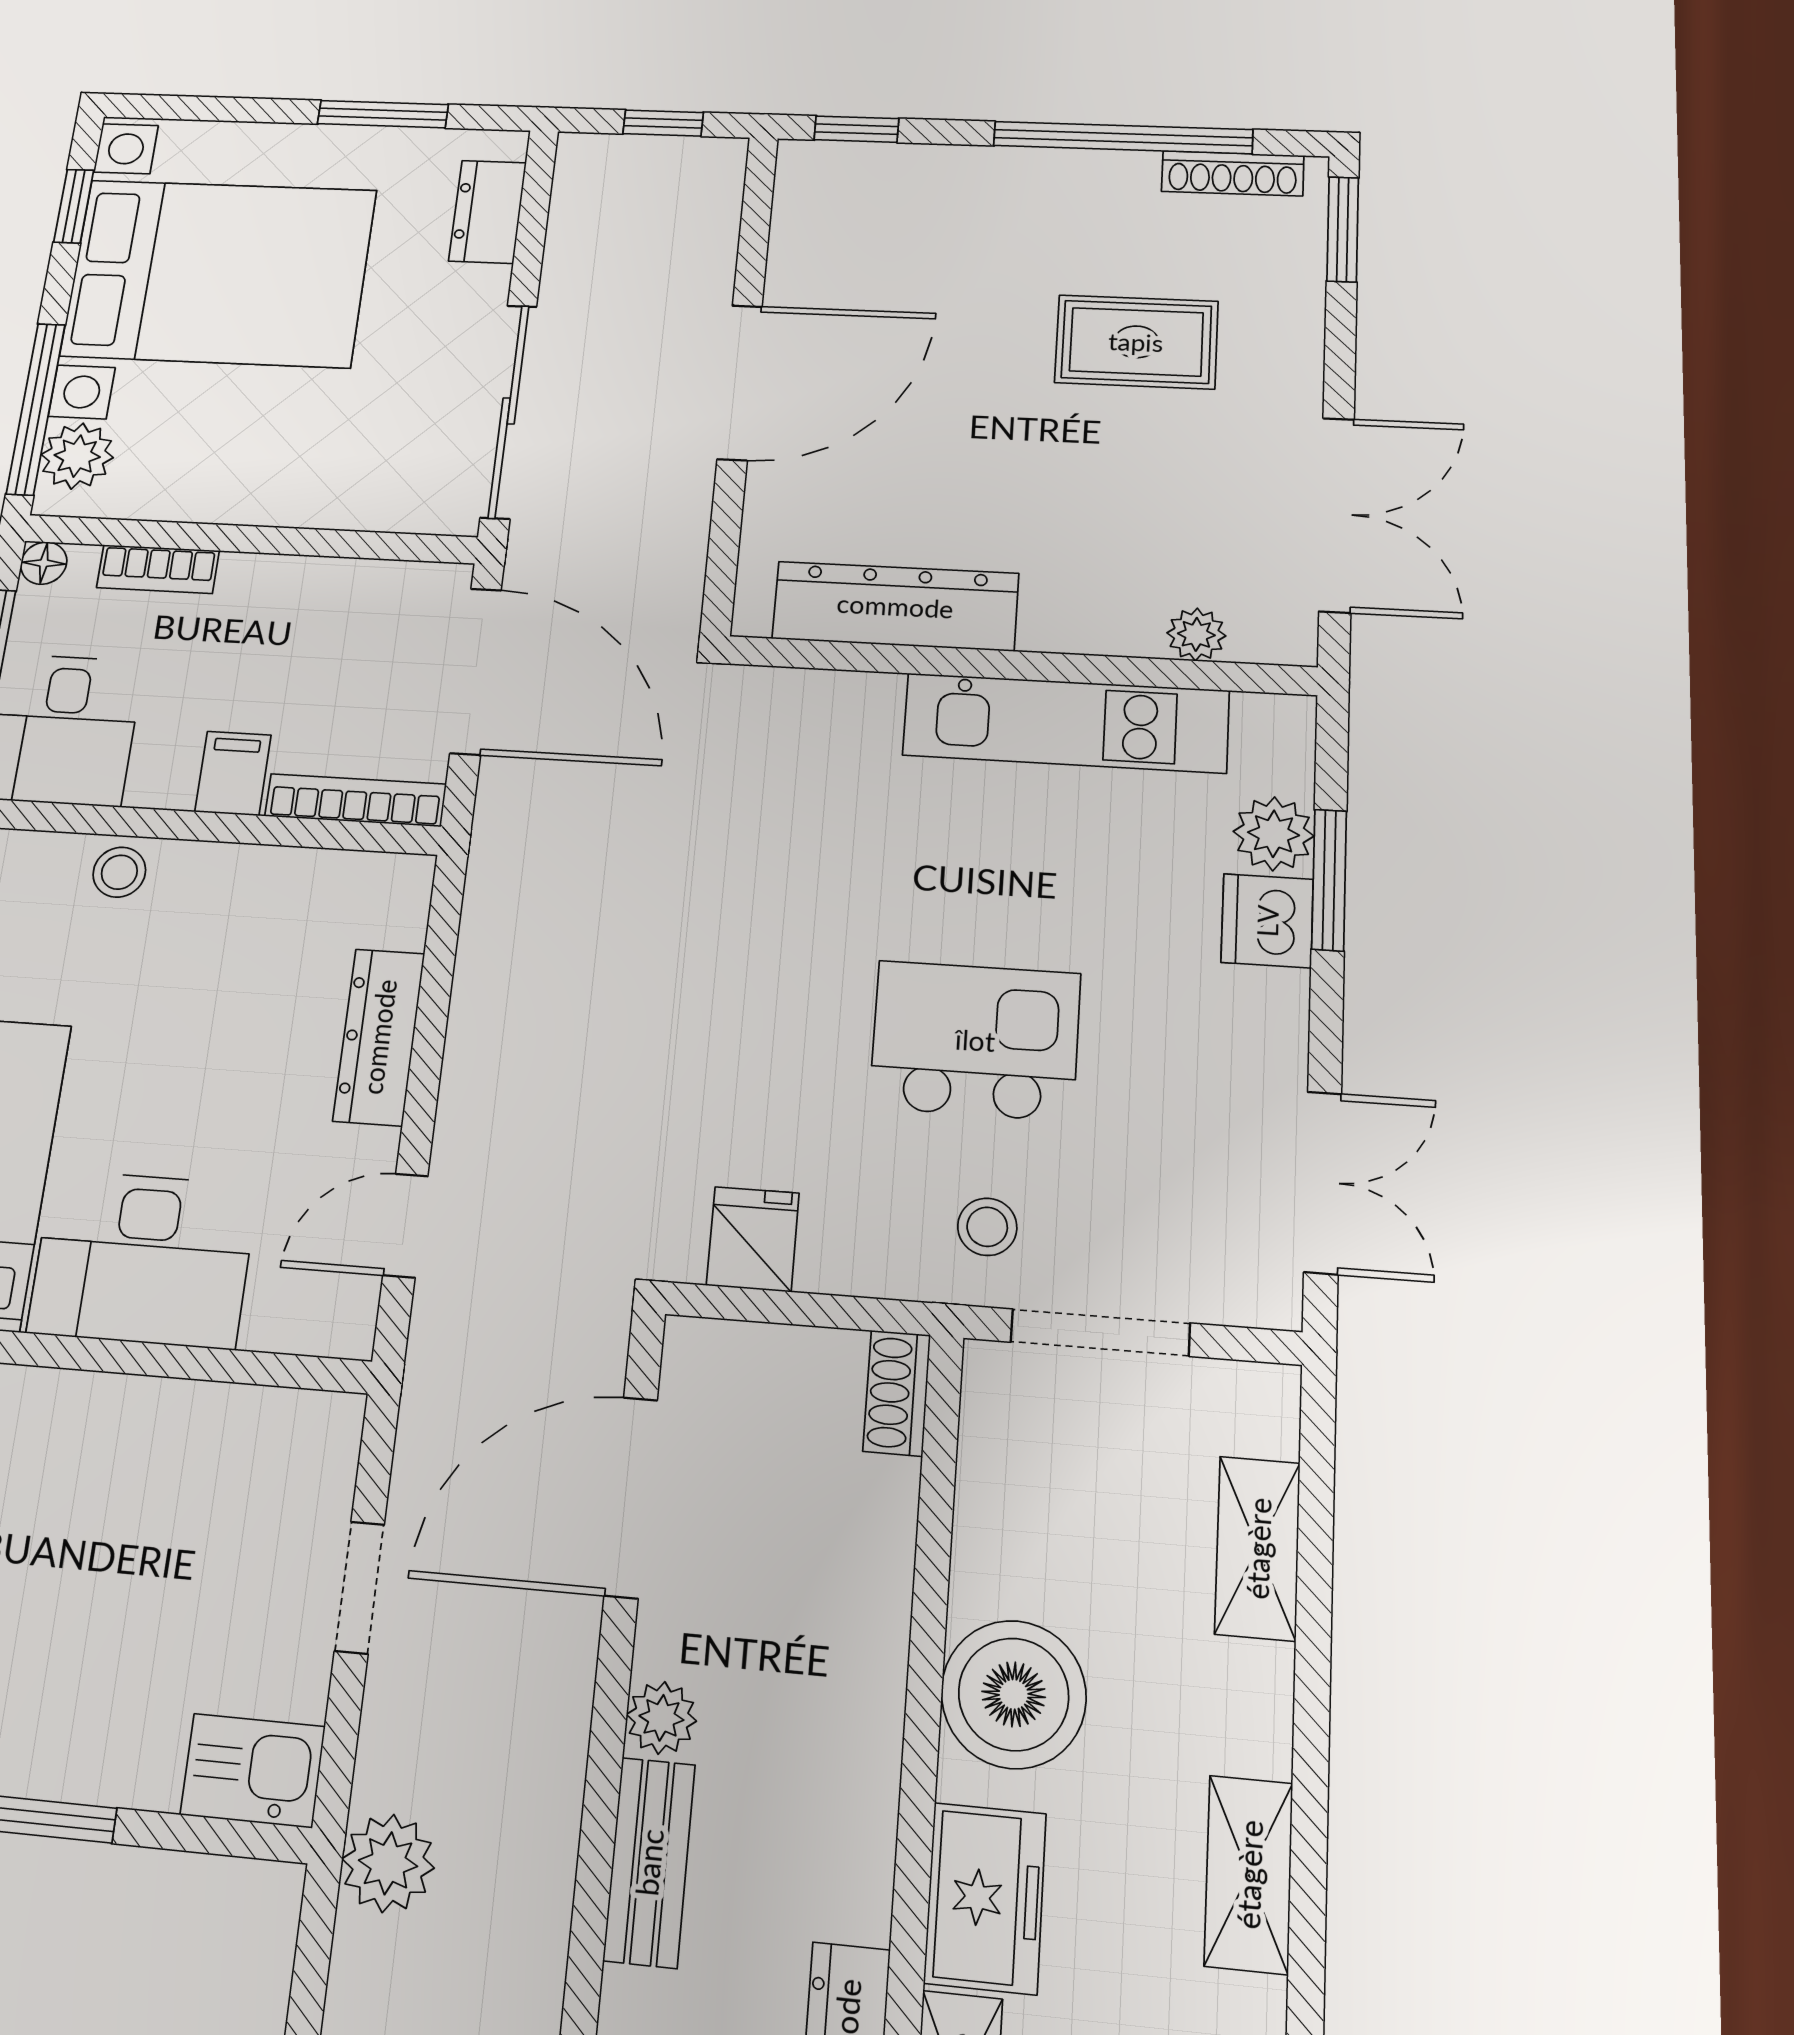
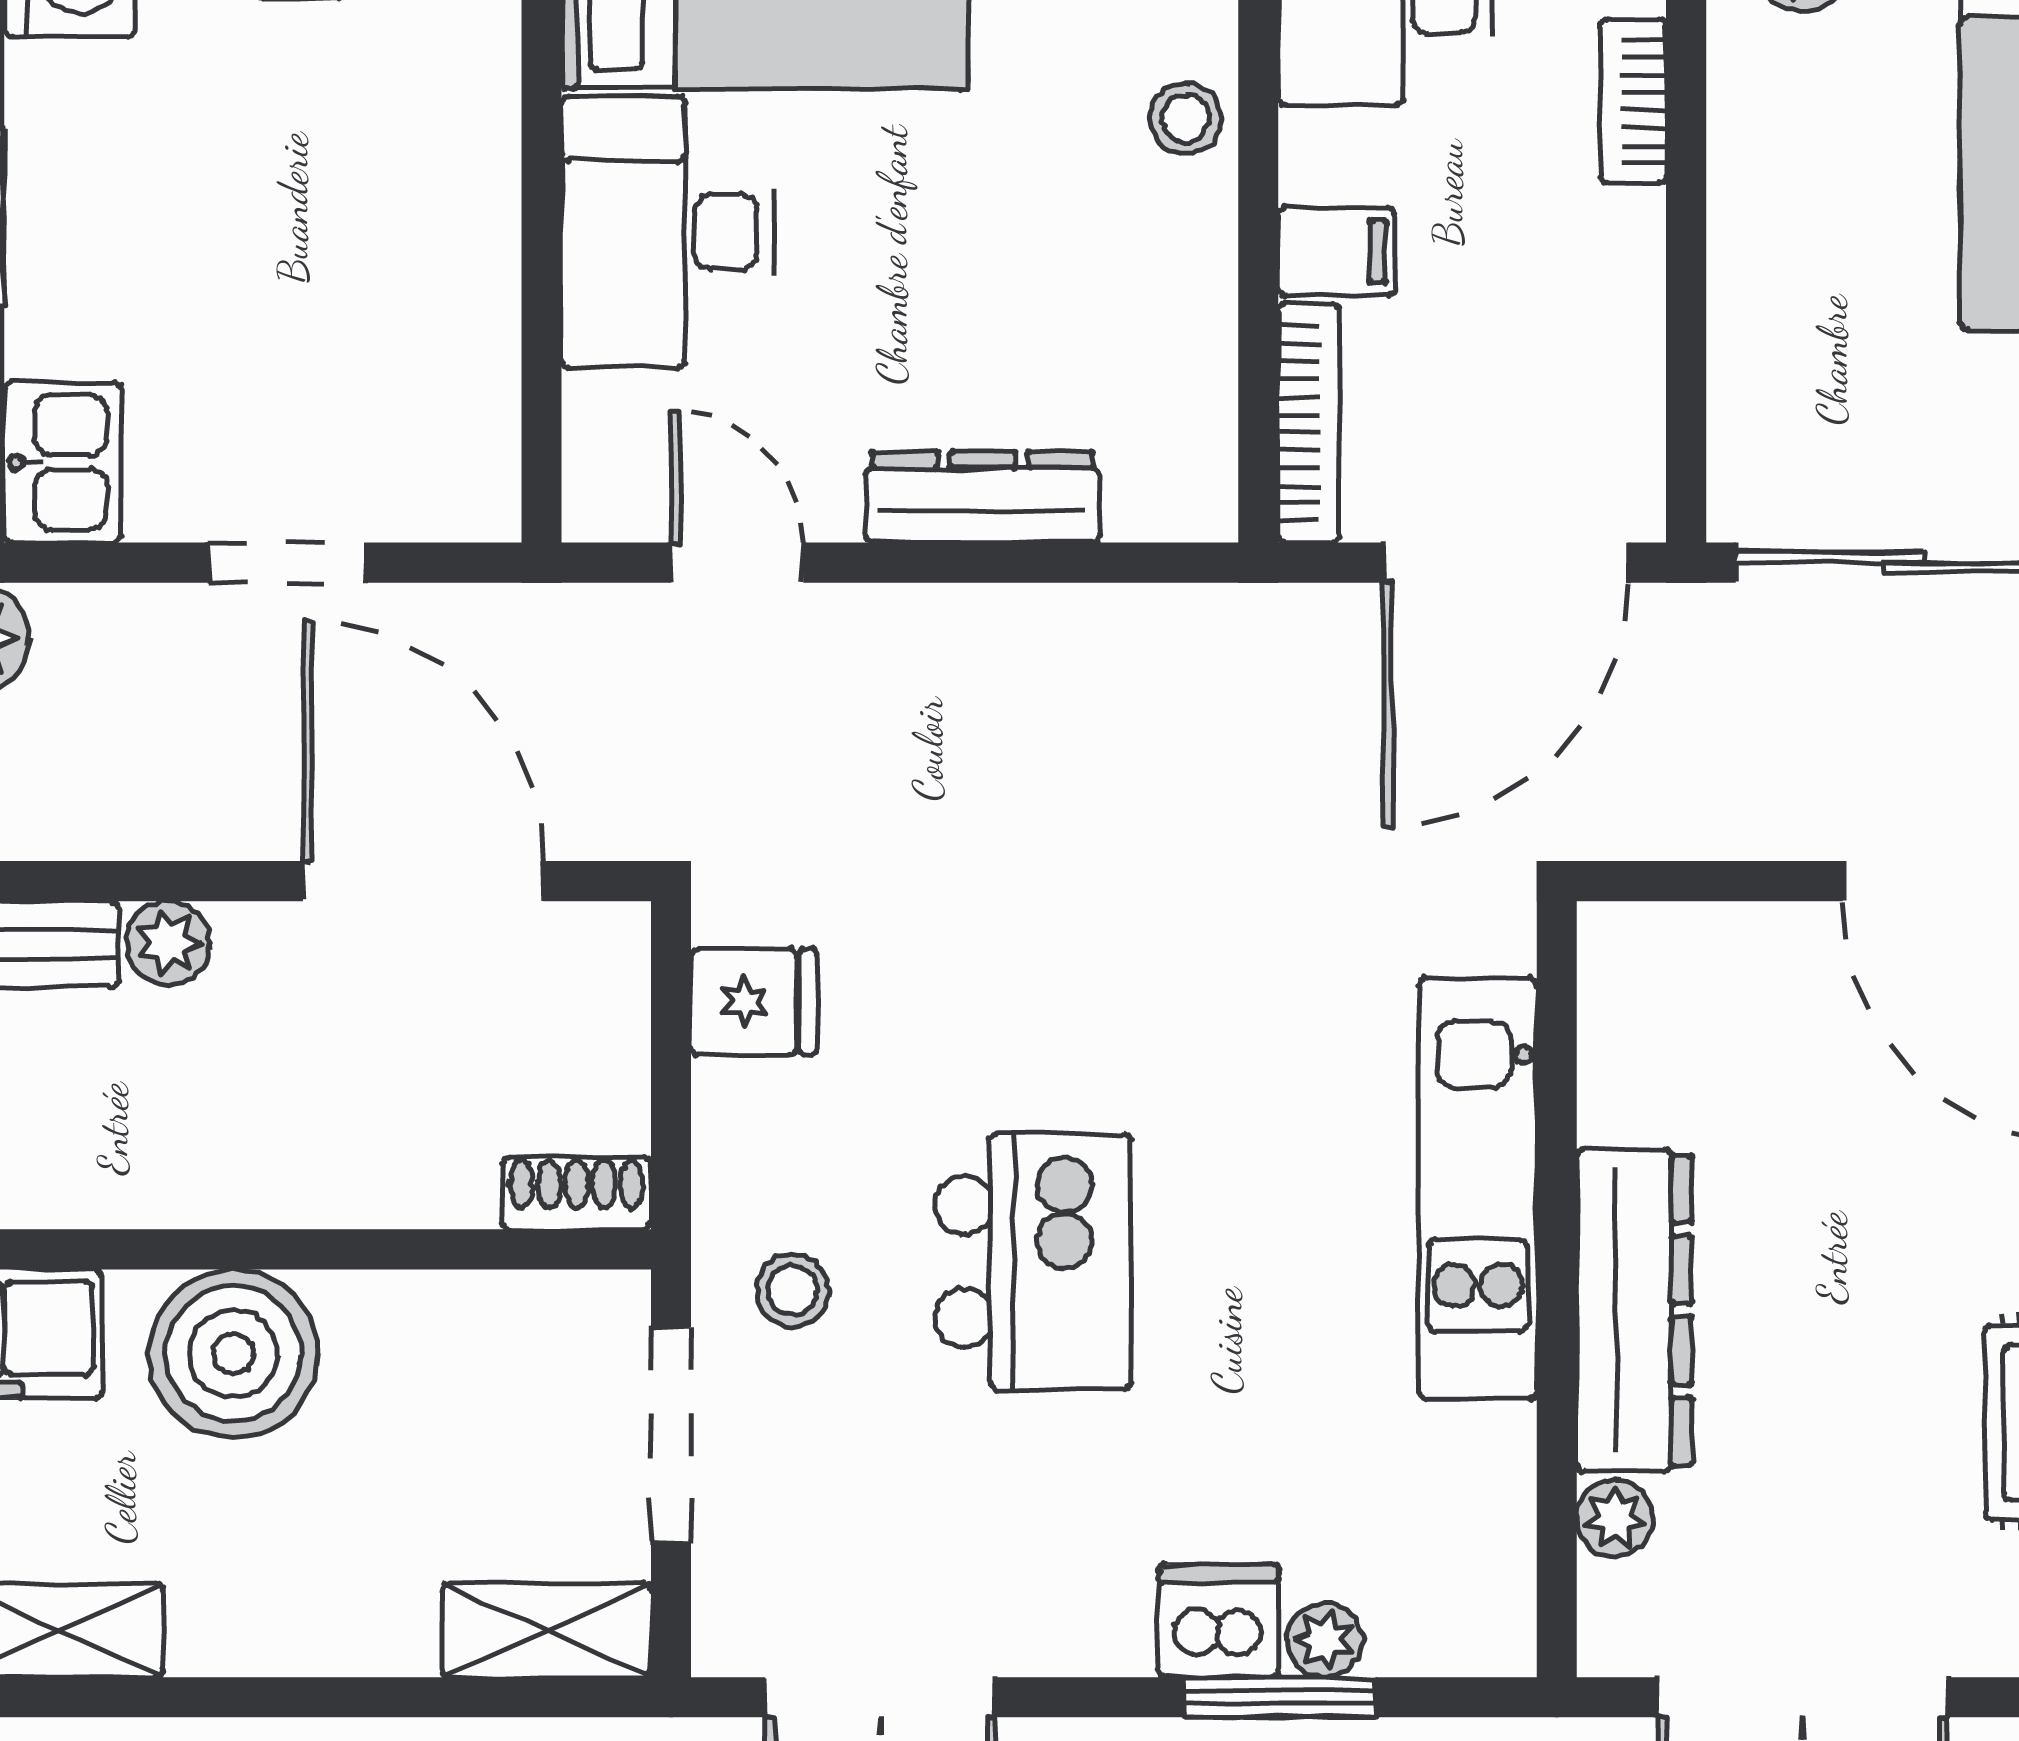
dresser: (895, 606) -> (1634, 1310), moved
kitchen unit: (1066, 723) -> (1478, 1189), moved
plant: (1274, 834) -> (1324, 1640), width x0.73, depth x0.73
shelving: (1258, 1548) -> (547, 1630), moved

